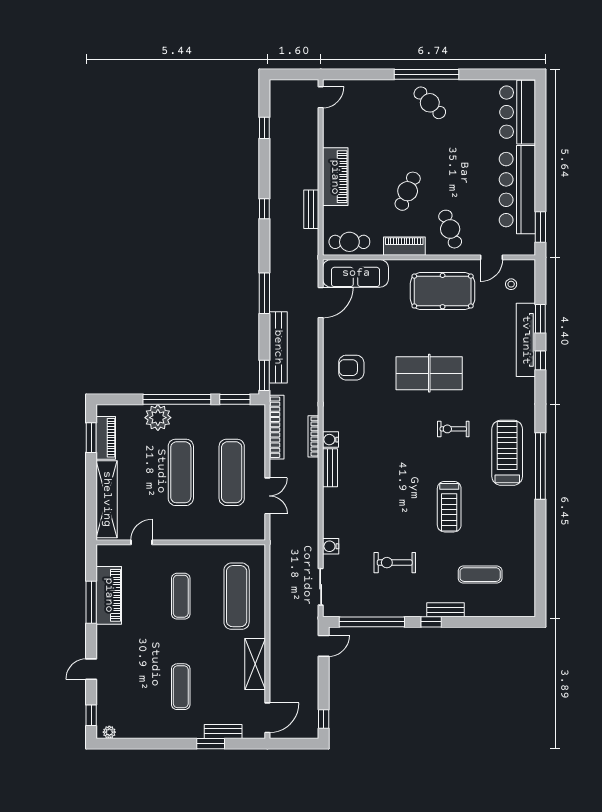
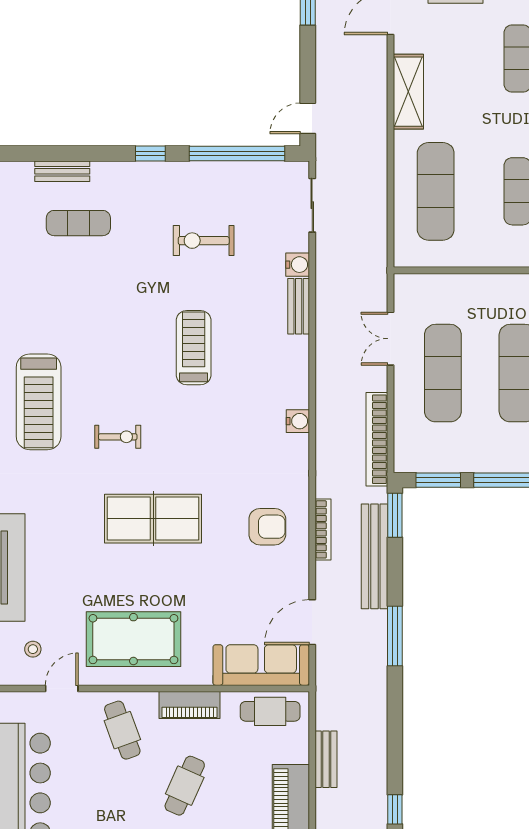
window: (264, 209) -> (395, 809), moved
bookcase: (313, 436) -> (323, 529), moved
bench: (330, 468) -> (299, 306), moved
treadmill: (449, 507) -> (194, 348), moved
exercise bike: (395, 563) -> (204, 241), turned 180
bench: (445, 610) -> (62, 171), moved

